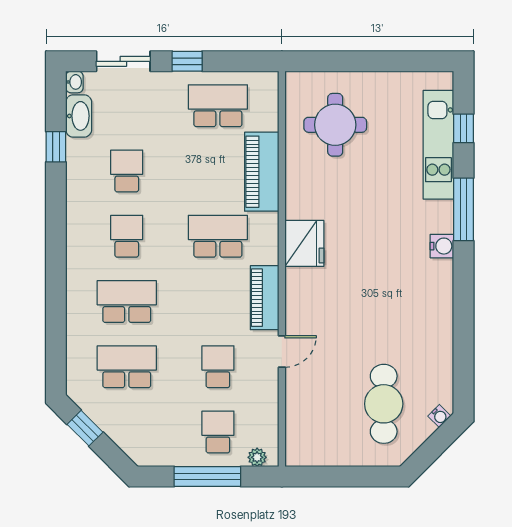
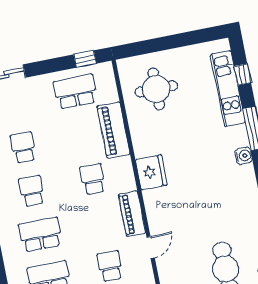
window: (187, 61) -> (85, 59), moved
school desk: (218, 236) -> (93, 179), width x0.54

